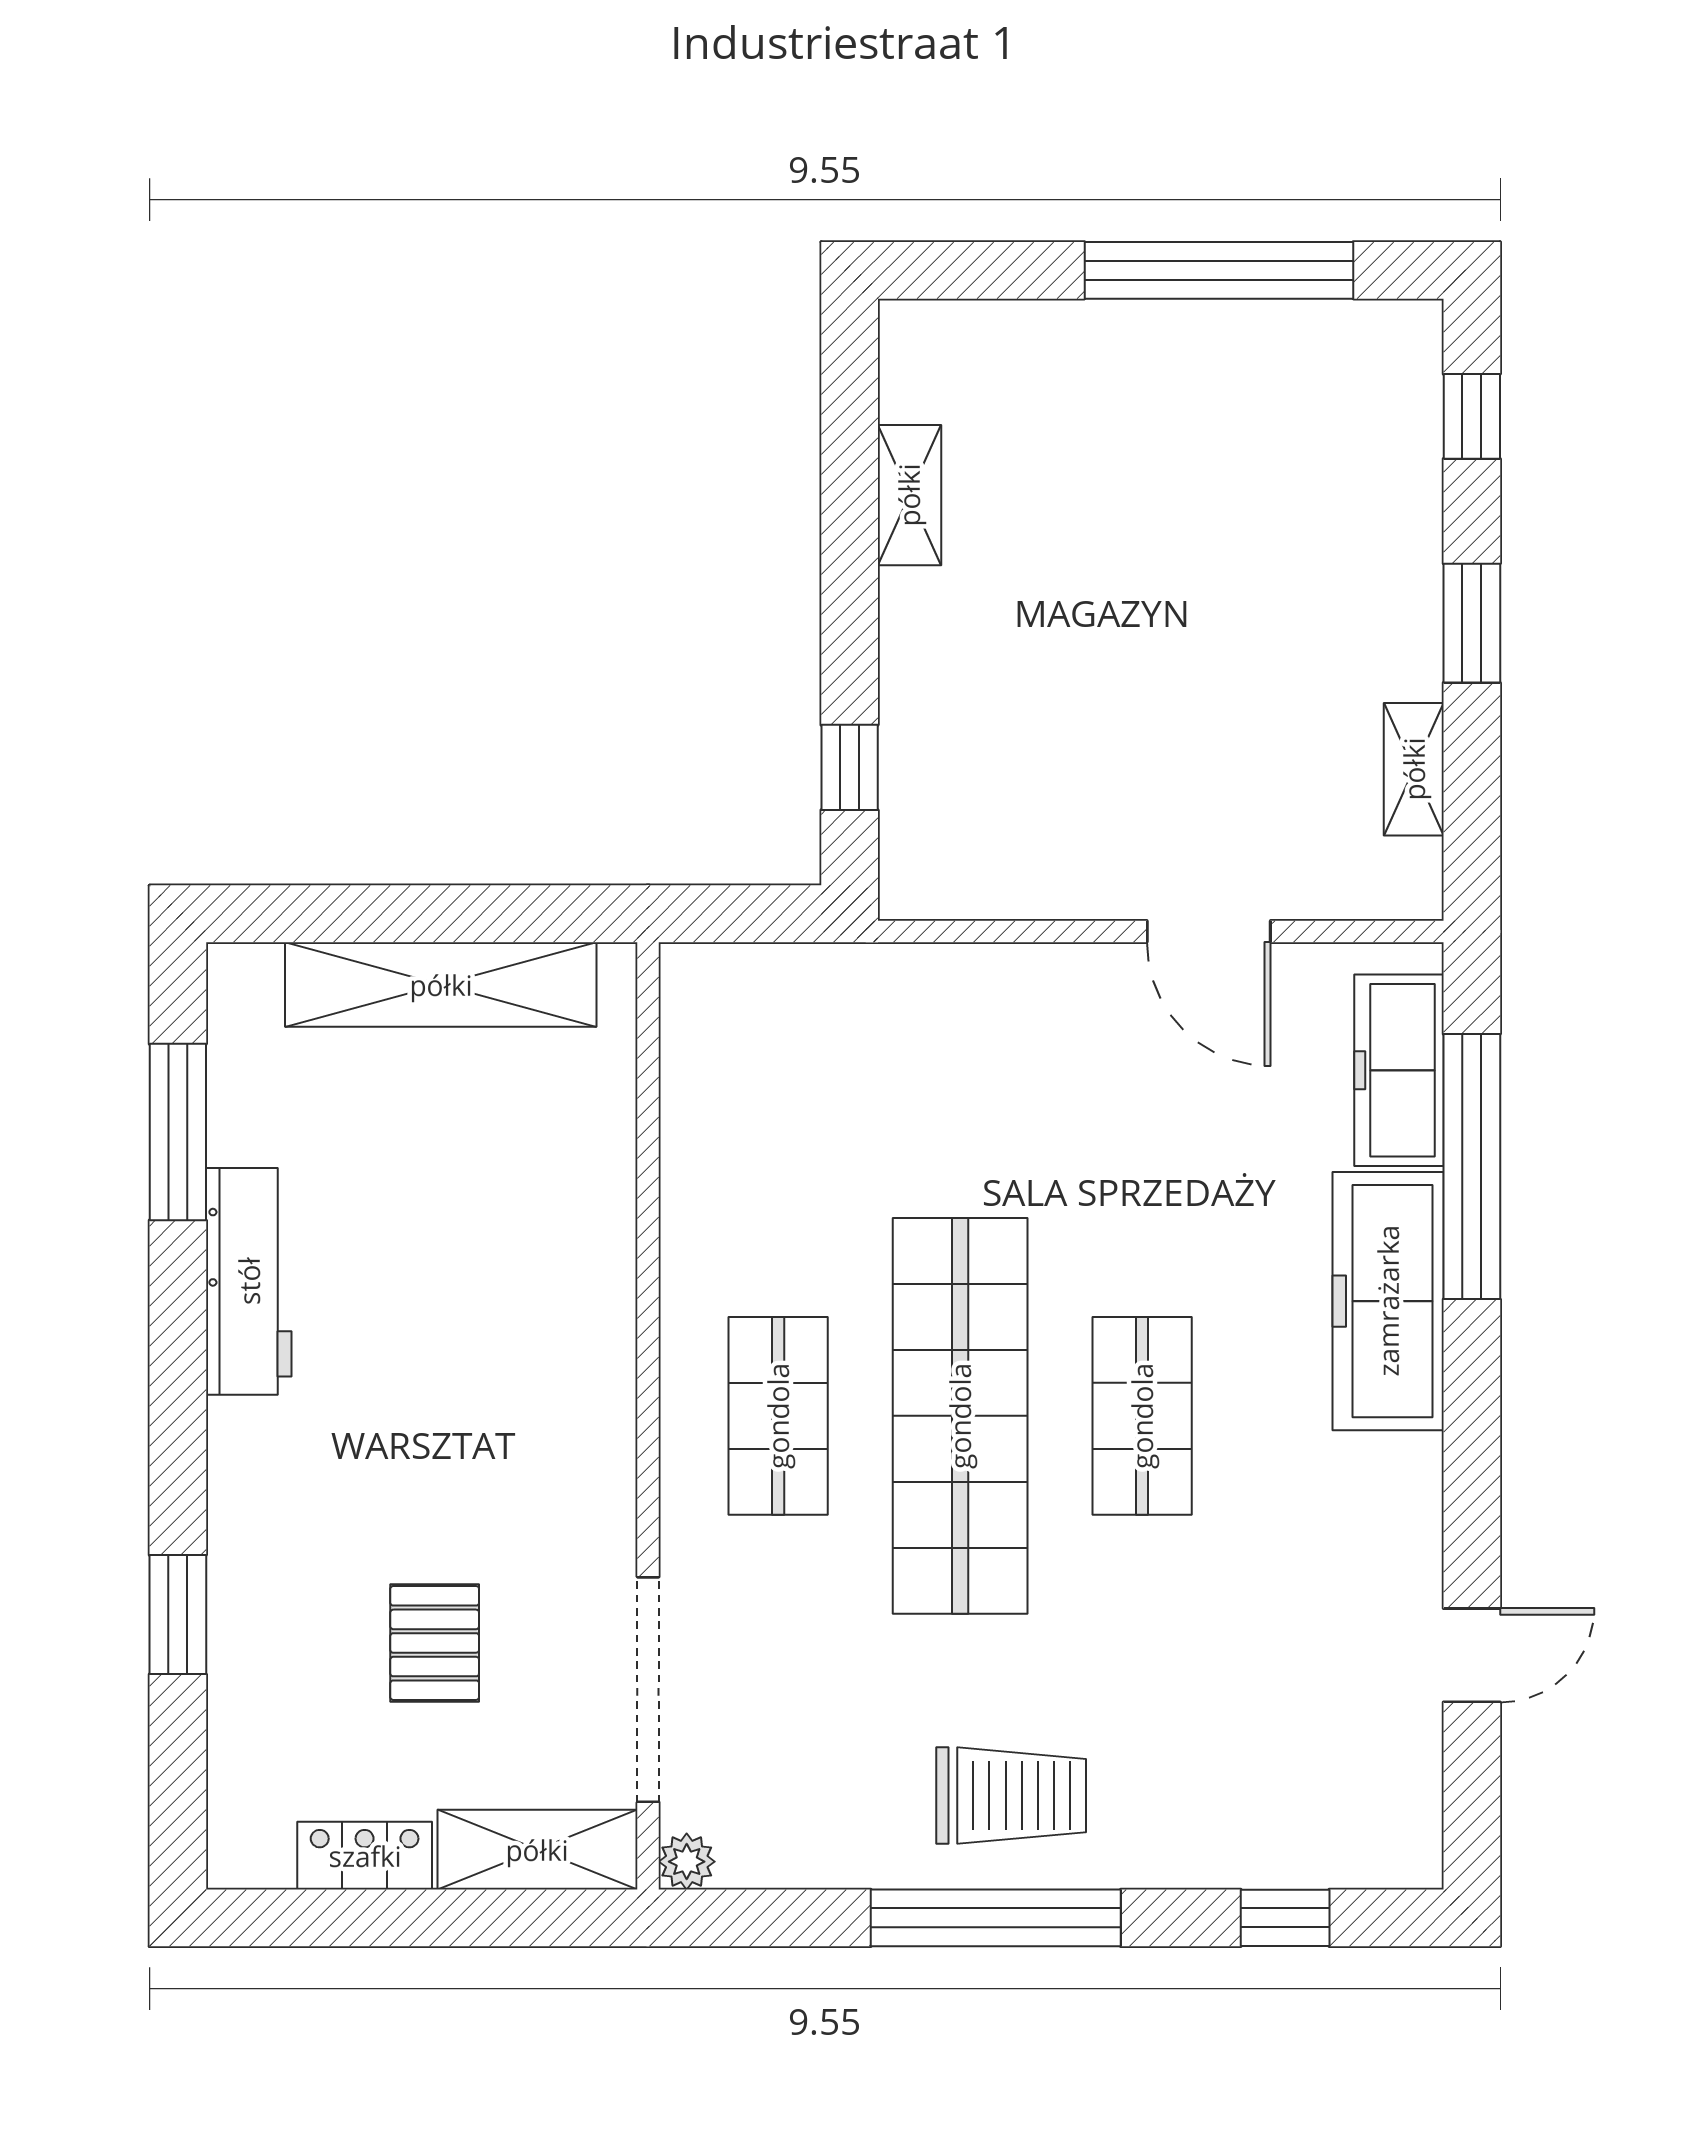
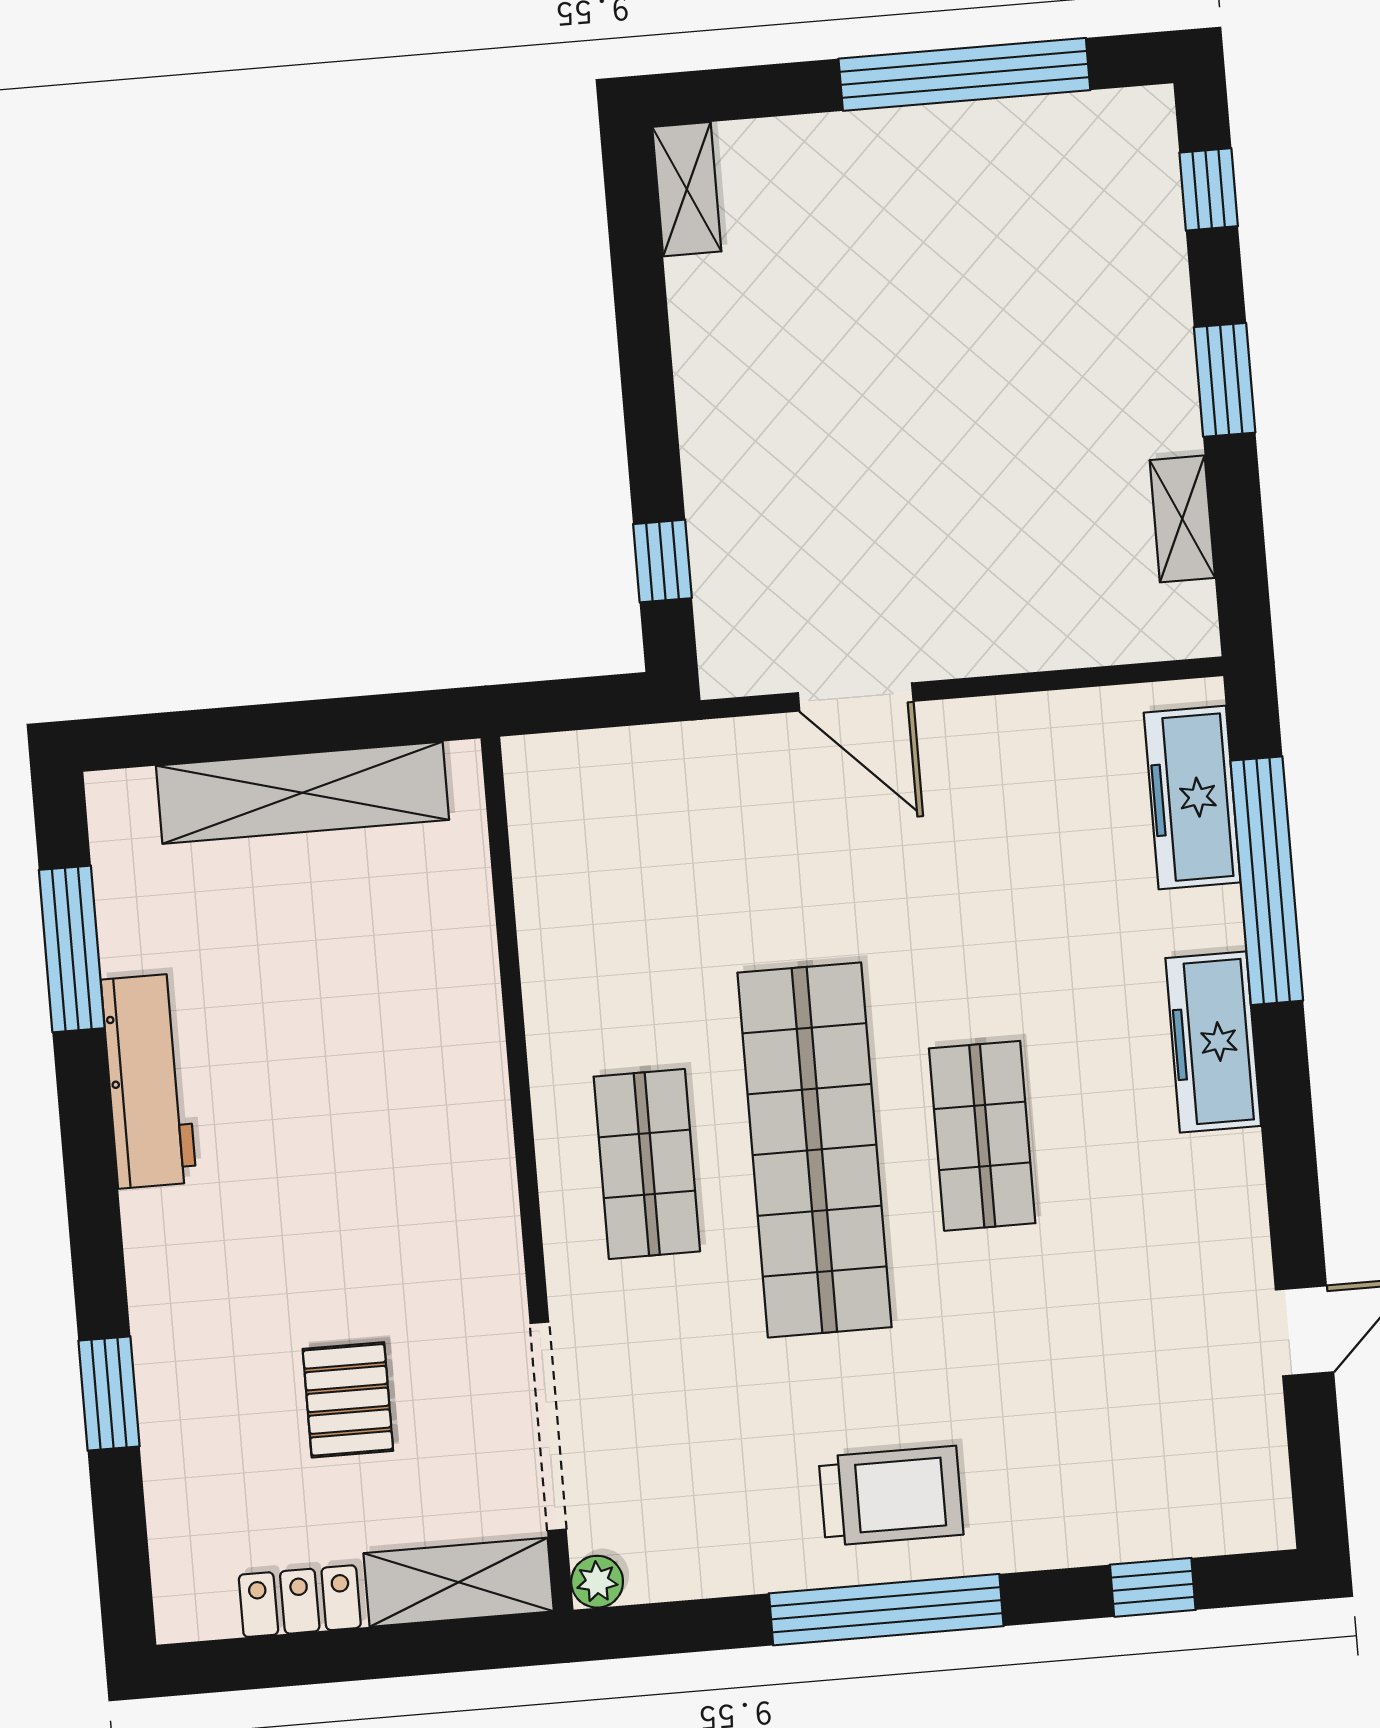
shelving: (909, 495) -> (687, 189), moved
door: (1209, 931) -> (856, 697), moved
freezer: (1388, 1301) -> (1213, 1042), width x0.73, depth x0.79

